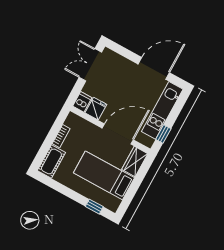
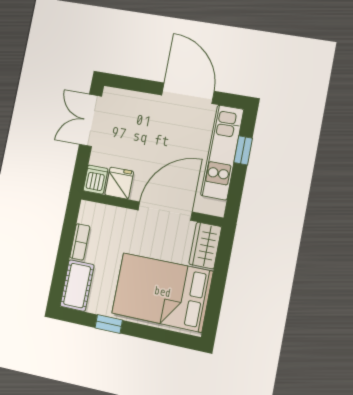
door: (154, 68) -> (188, 93), hinge flipped
window: (163, 134) -> (243, 150), moved
bed: (104, 175) -> (162, 292), width x1.50
window: (94, 207) -> (109, 324), moved

